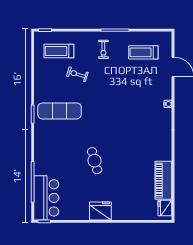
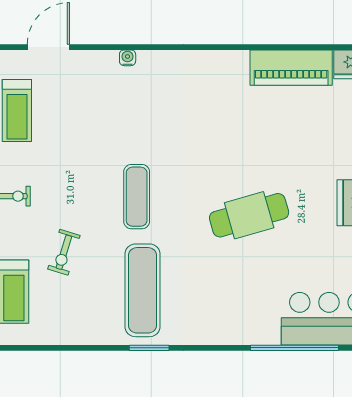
exercise mat: (103, 108) -> (137, 197), added
cafe table: (95, 161) -> (249, 215), width x1.37, depth x1.35

